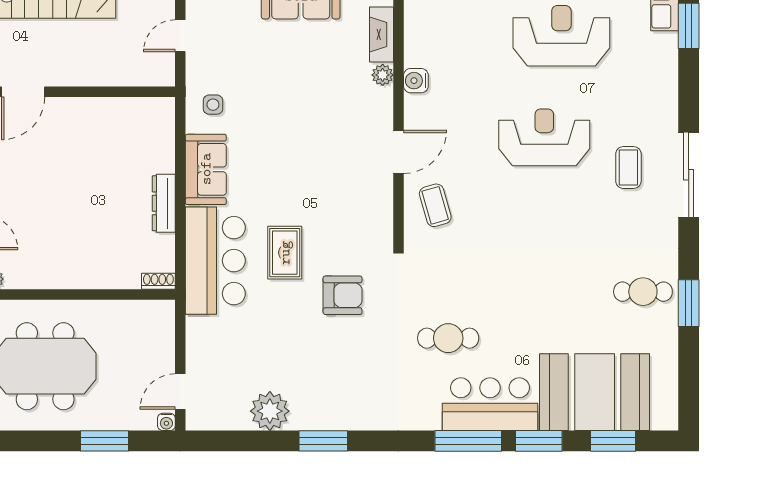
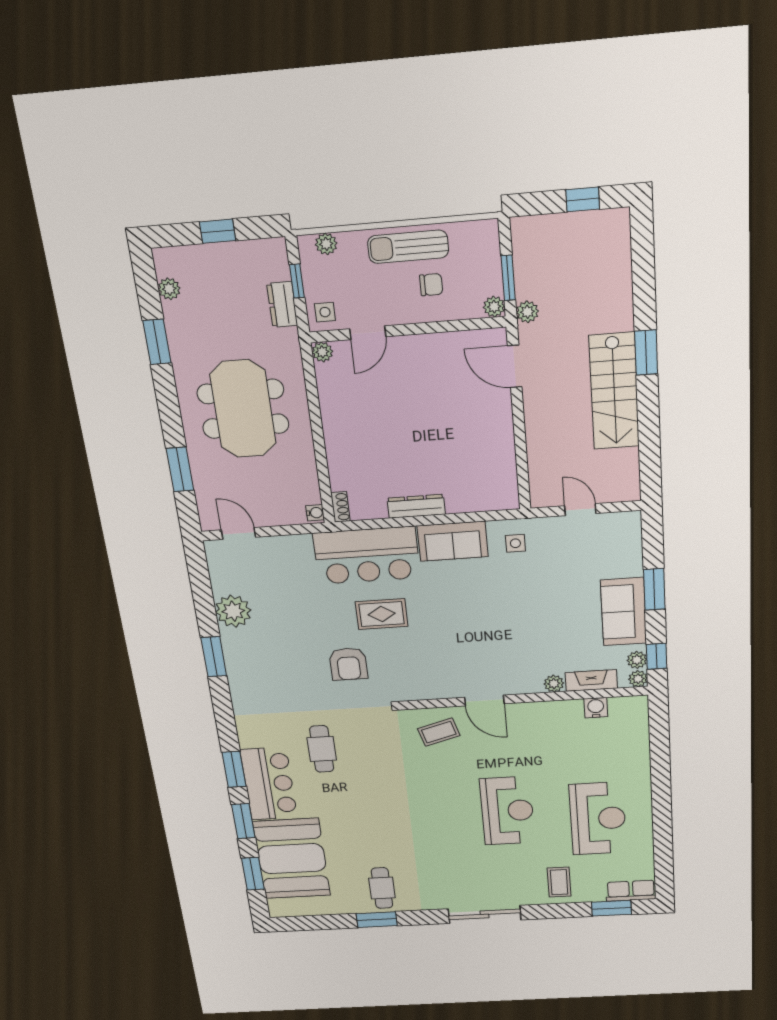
water cooler: (416, 81) -> (596, 708), moved
coffee table: (628, 168) -> (559, 882), moved, turned 90
water cooler: (166, 422) -> (315, 513), moved, turned 180
window: (468, 441) -> (234, 769), width x0.69

